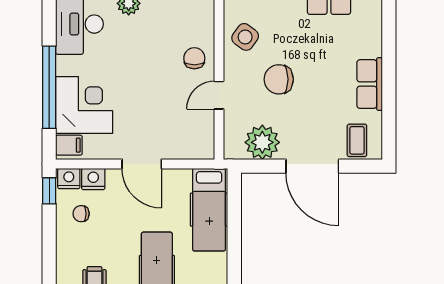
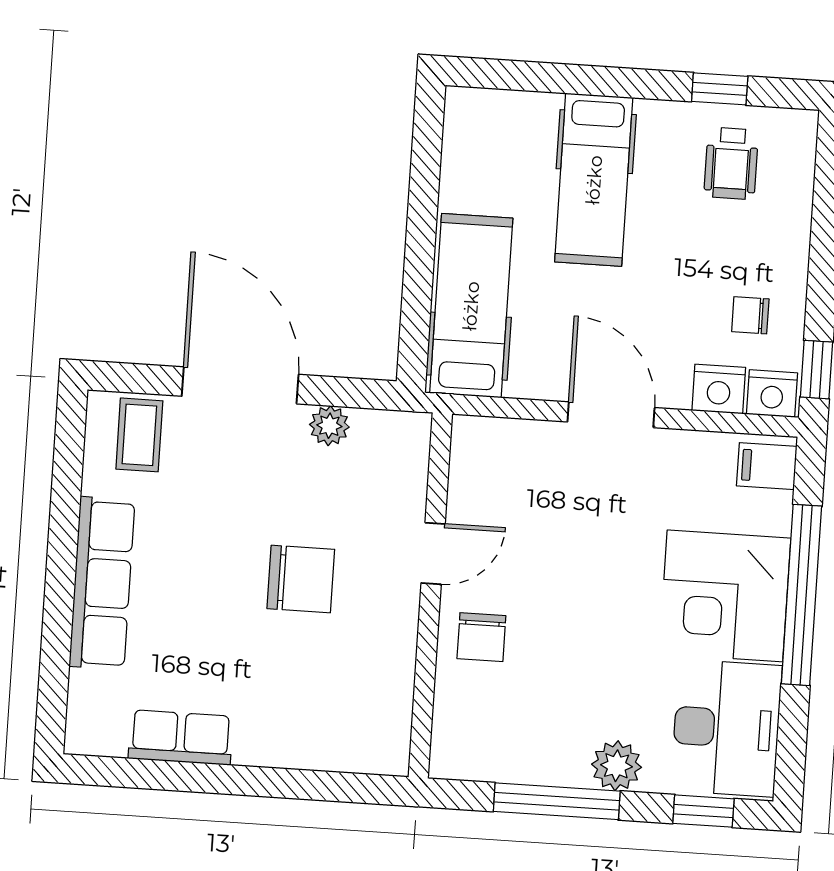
side table: (245, 37) -> (368, 676), removed
row of seats: (370, 84) -> (102, 583), width x1.48
corner desk: (84, 105) -> (725, 596), moved
plant: (262, 142) -> (329, 426), width x0.53, depth x0.53
chair: (81, 214) -> (750, 315), turned 180

